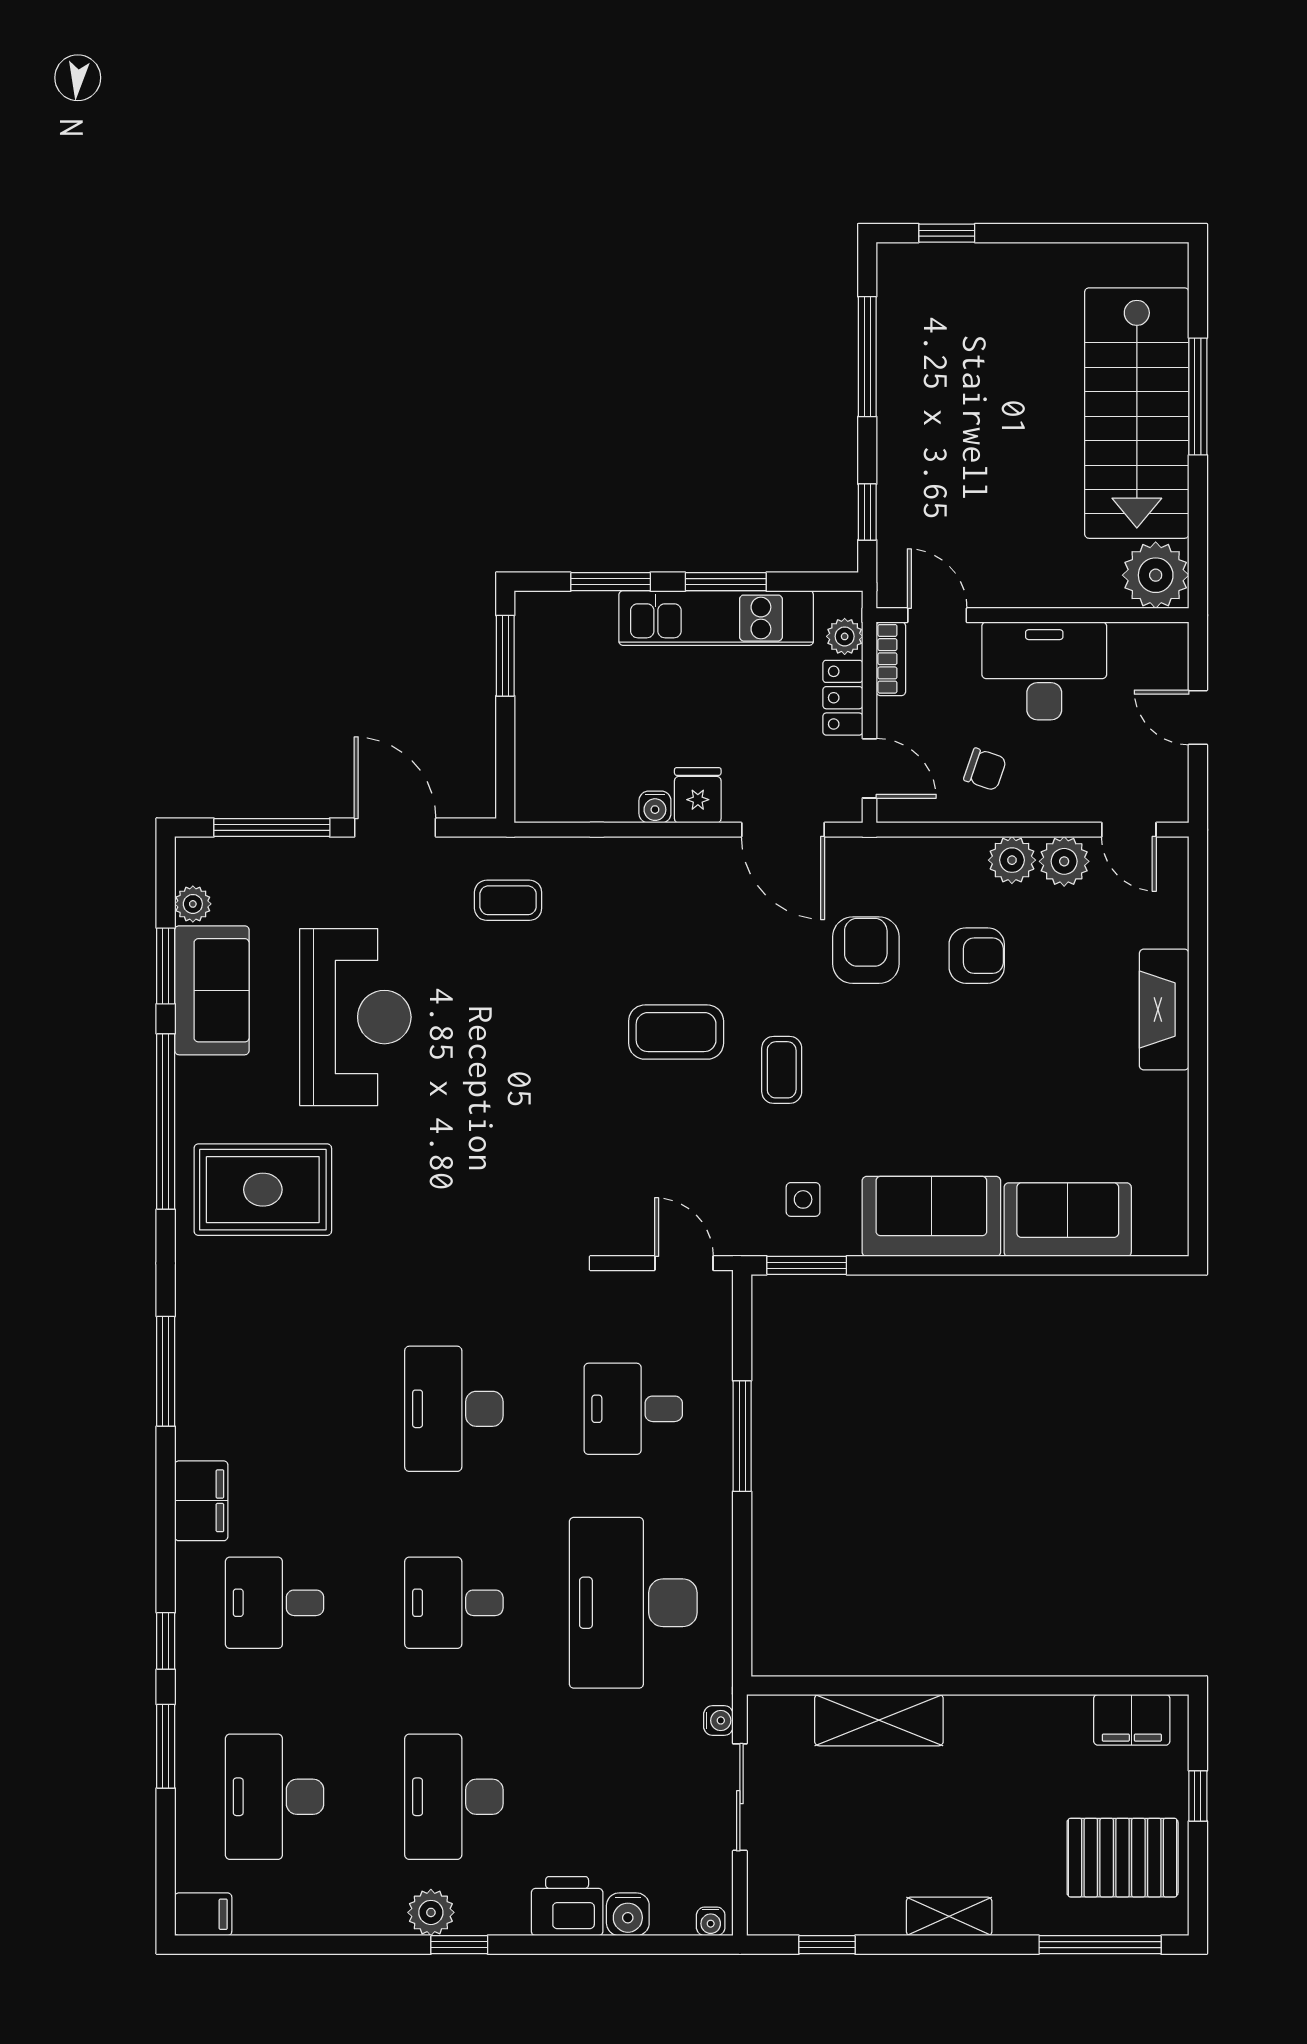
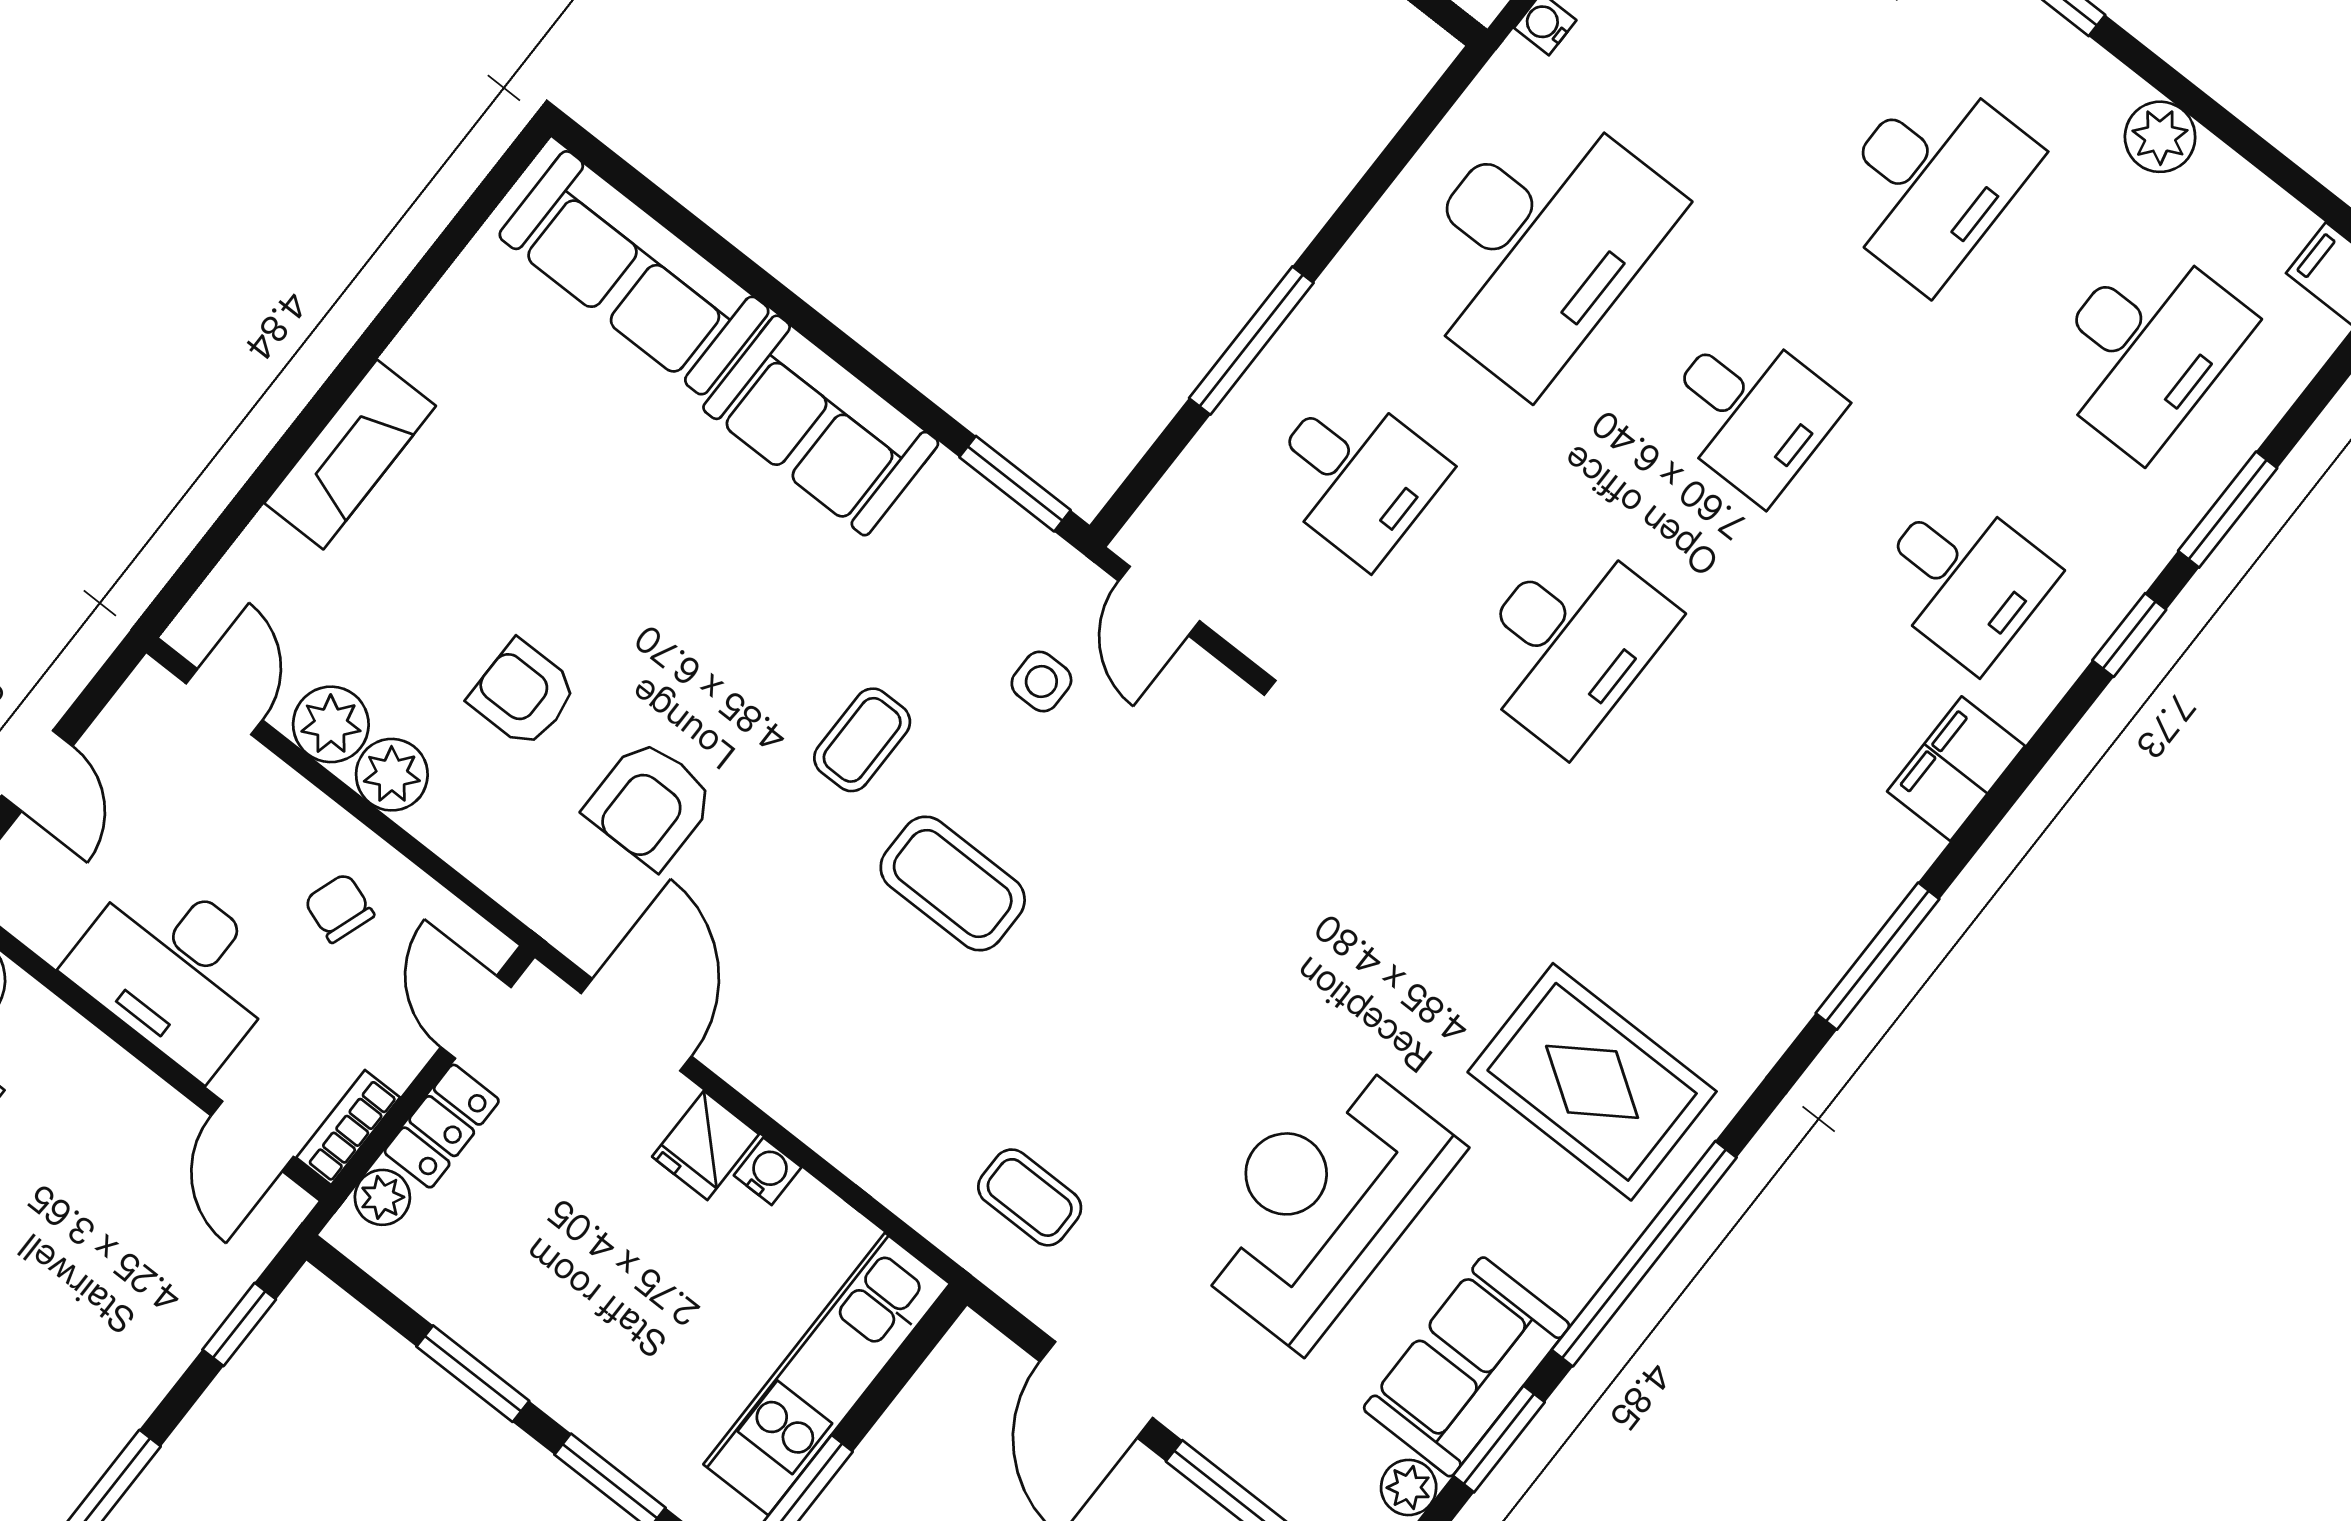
kitchen unit: (716, 618) -> (827, 1374), moved, turned -90
side table: (803, 1199) -> (1041, 681), moved
sofa: (1068, 1220) -> (634, 273), width x1.36
plant: (431, 1912) -> (2160, 137), moved

